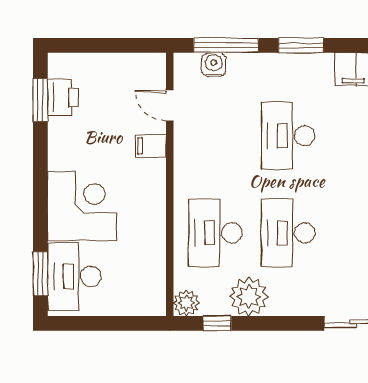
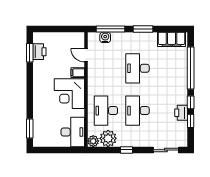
corner desk: (82, 206) -> (69, 94), moved, turned 180
desk: (74, 277) -> (73, 132), moved, turned 180
plant: (249, 297) -> (108, 138), moved
window: (217, 323) -> (127, 150), moved

